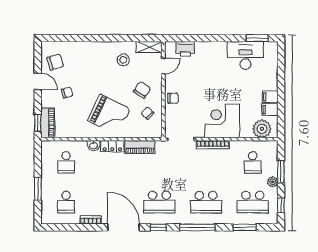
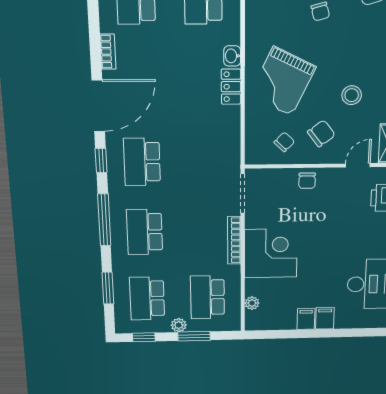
stool: (123, 60) -> (352, 95), moved
door: (163, 66) -> (358, 165), swing flipped
chair: (142, 90) -> (321, 133), turned -70
filing cabinet: (270, 110) -> (325, 318), moved
plant: (262, 129) -> (252, 303), width x0.53, depth x0.53
piano: (140, 147) -> (230, 131), removed
school desk: (253, 162) -> (207, 297), width x1.85

